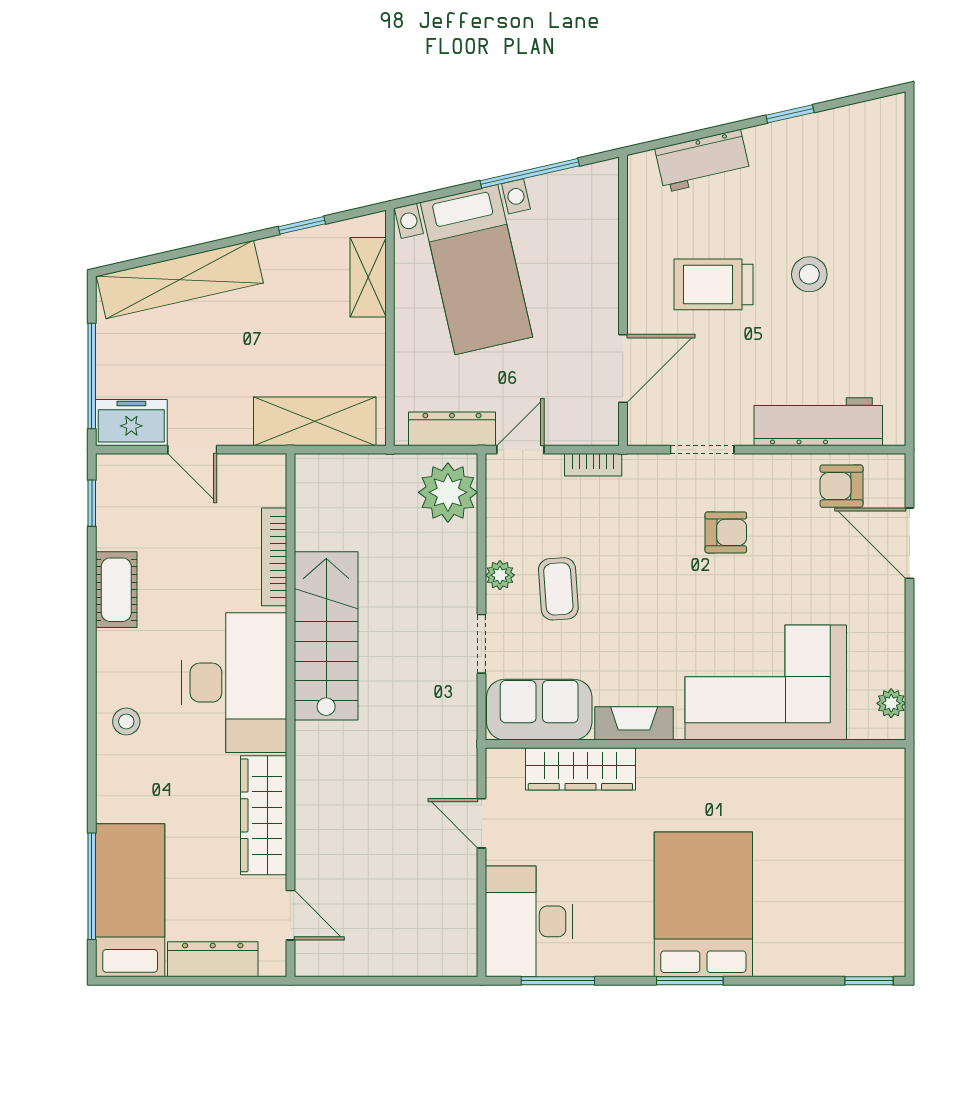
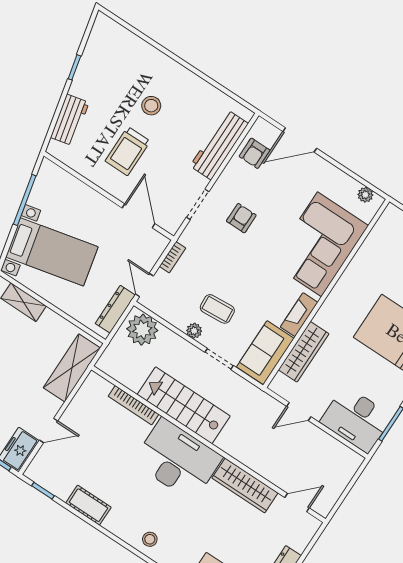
bookcase: (274, 557) -> (133, 405), moved
stairs: (326, 636) -> (184, 405), moved
desk: (234, 683) -> (178, 460), moved
wall: (290, 715) -> (208, 444), moved
wardrobe: (264, 815) -> (245, 485), moved
door: (290, 915) -> (297, 503), moved

